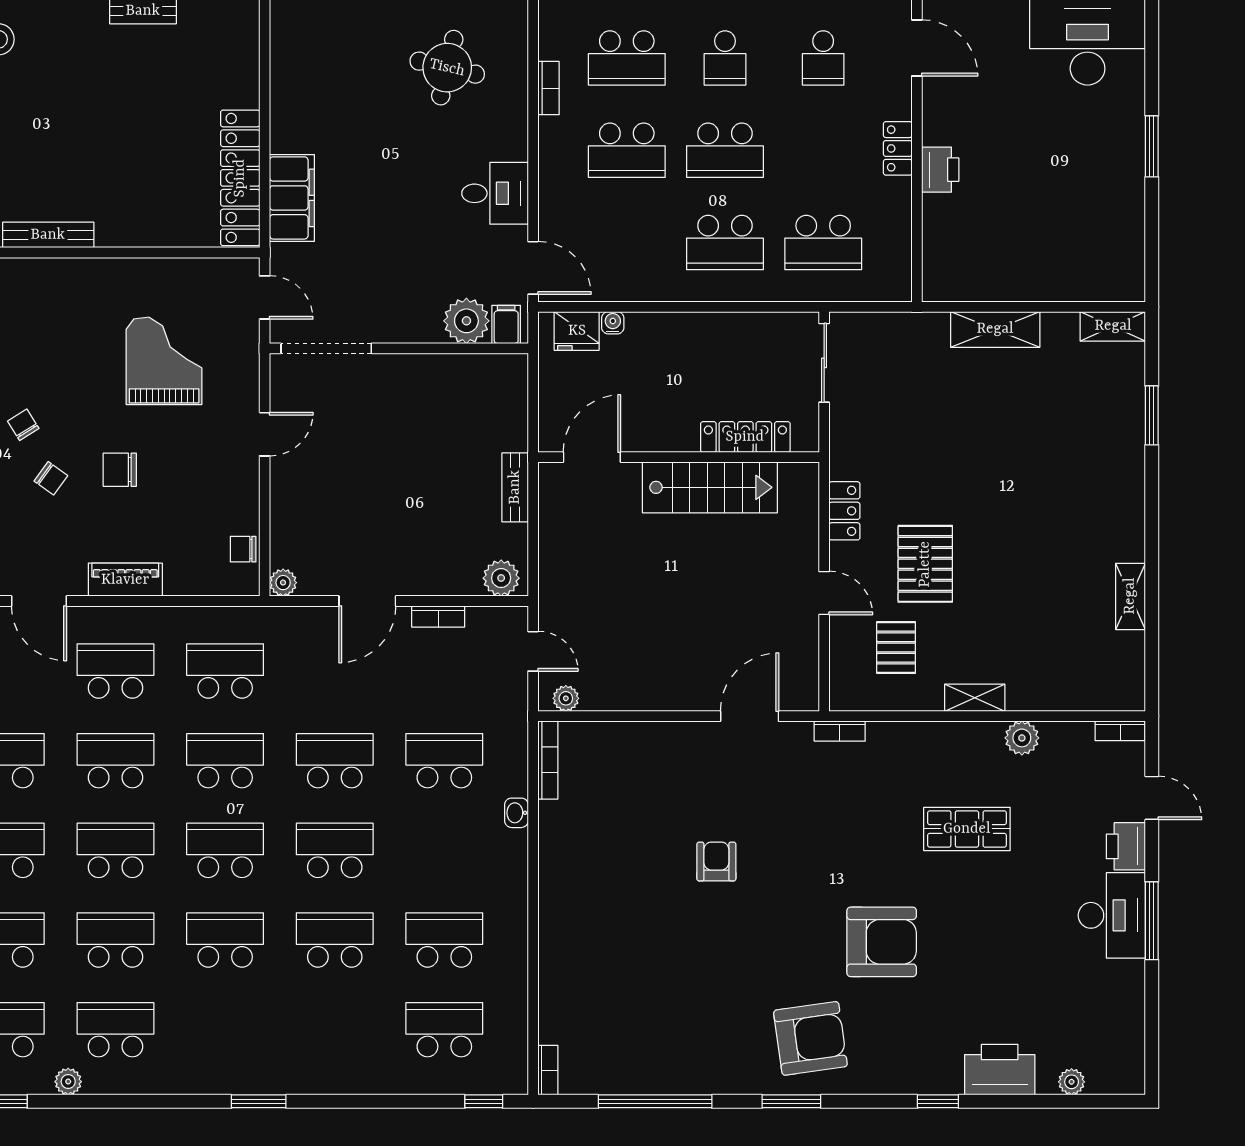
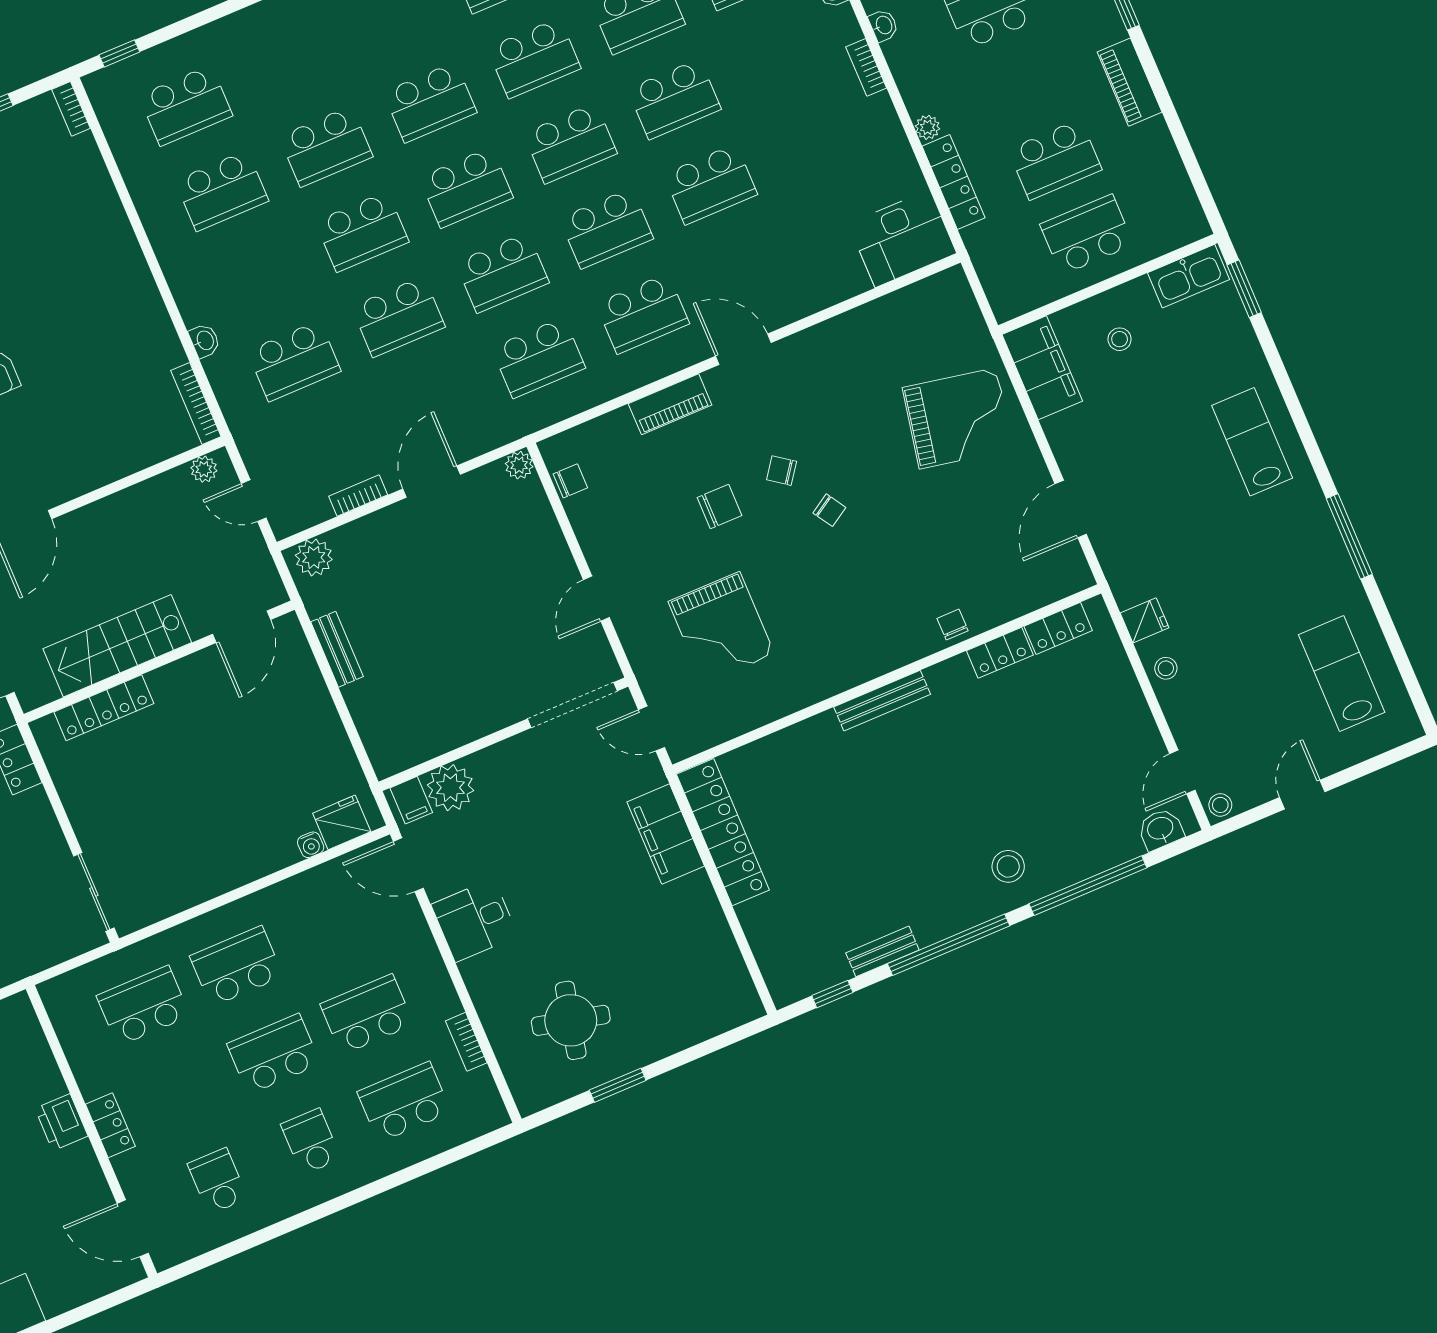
locker: (745, 437) -> (104, 708), moved
door: (592, 457) -> (242, 627), moved
wall: (679, 457) -> (159, 662), moved
stairs: (710, 487) -> (117, 646), moved

